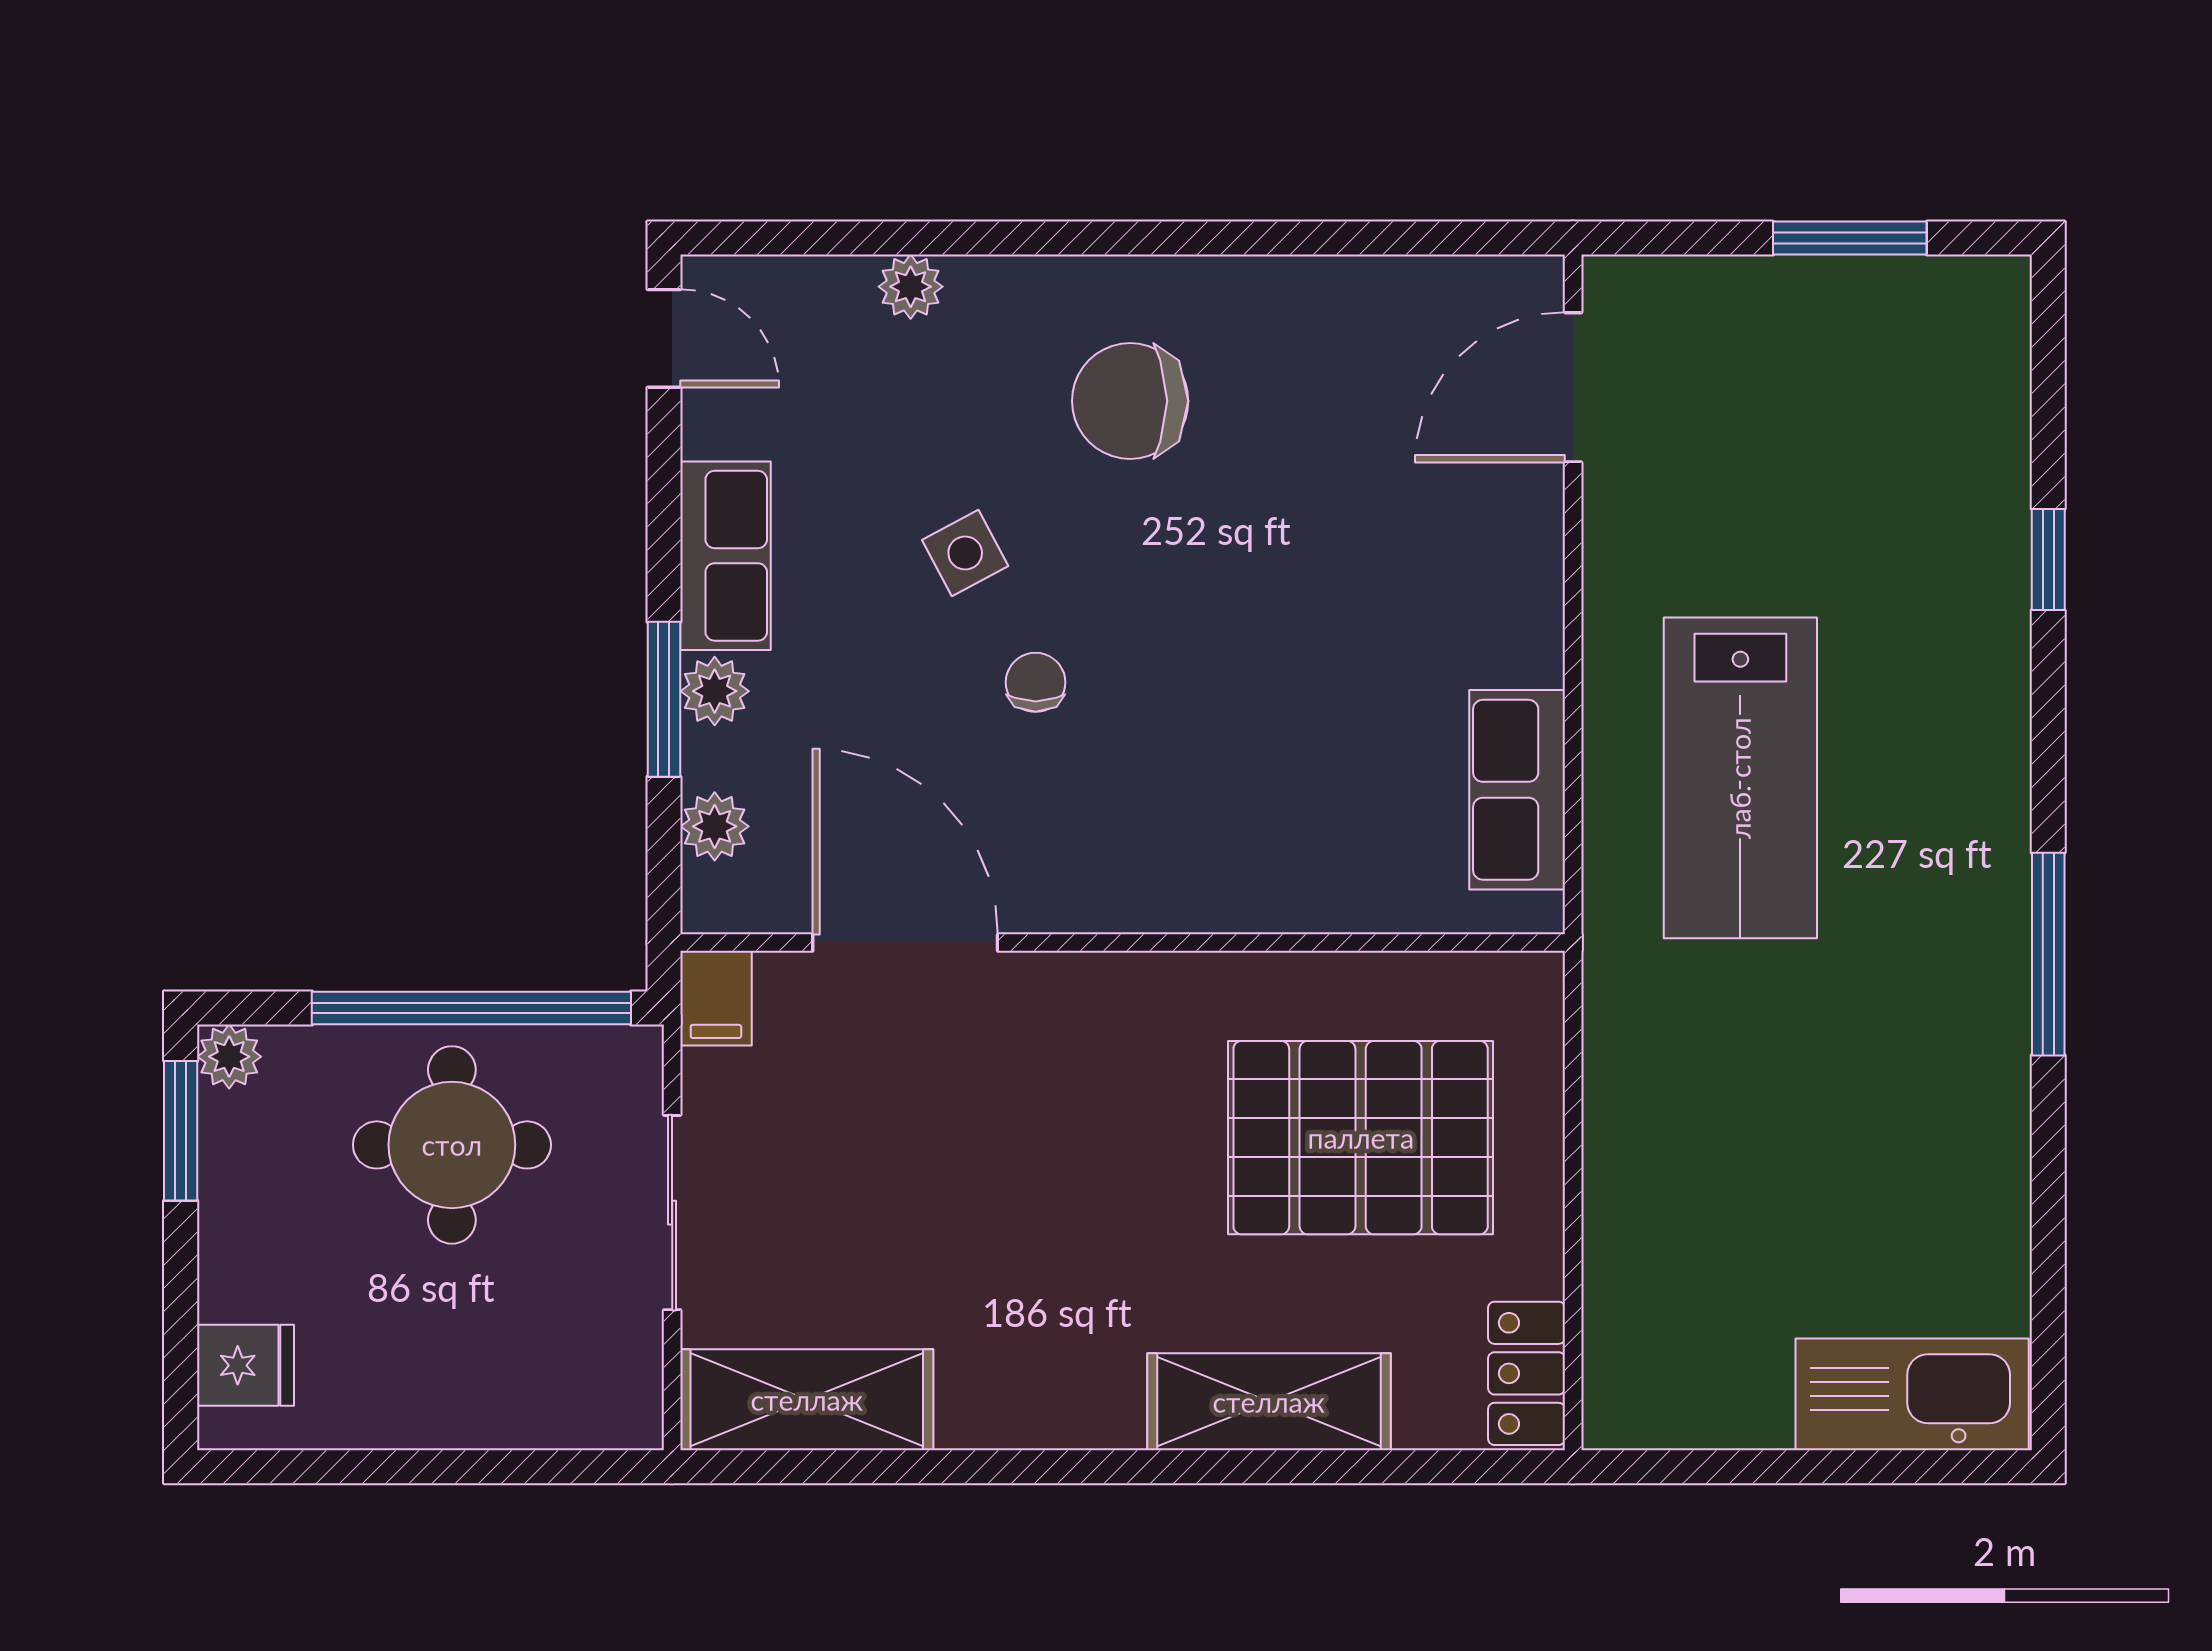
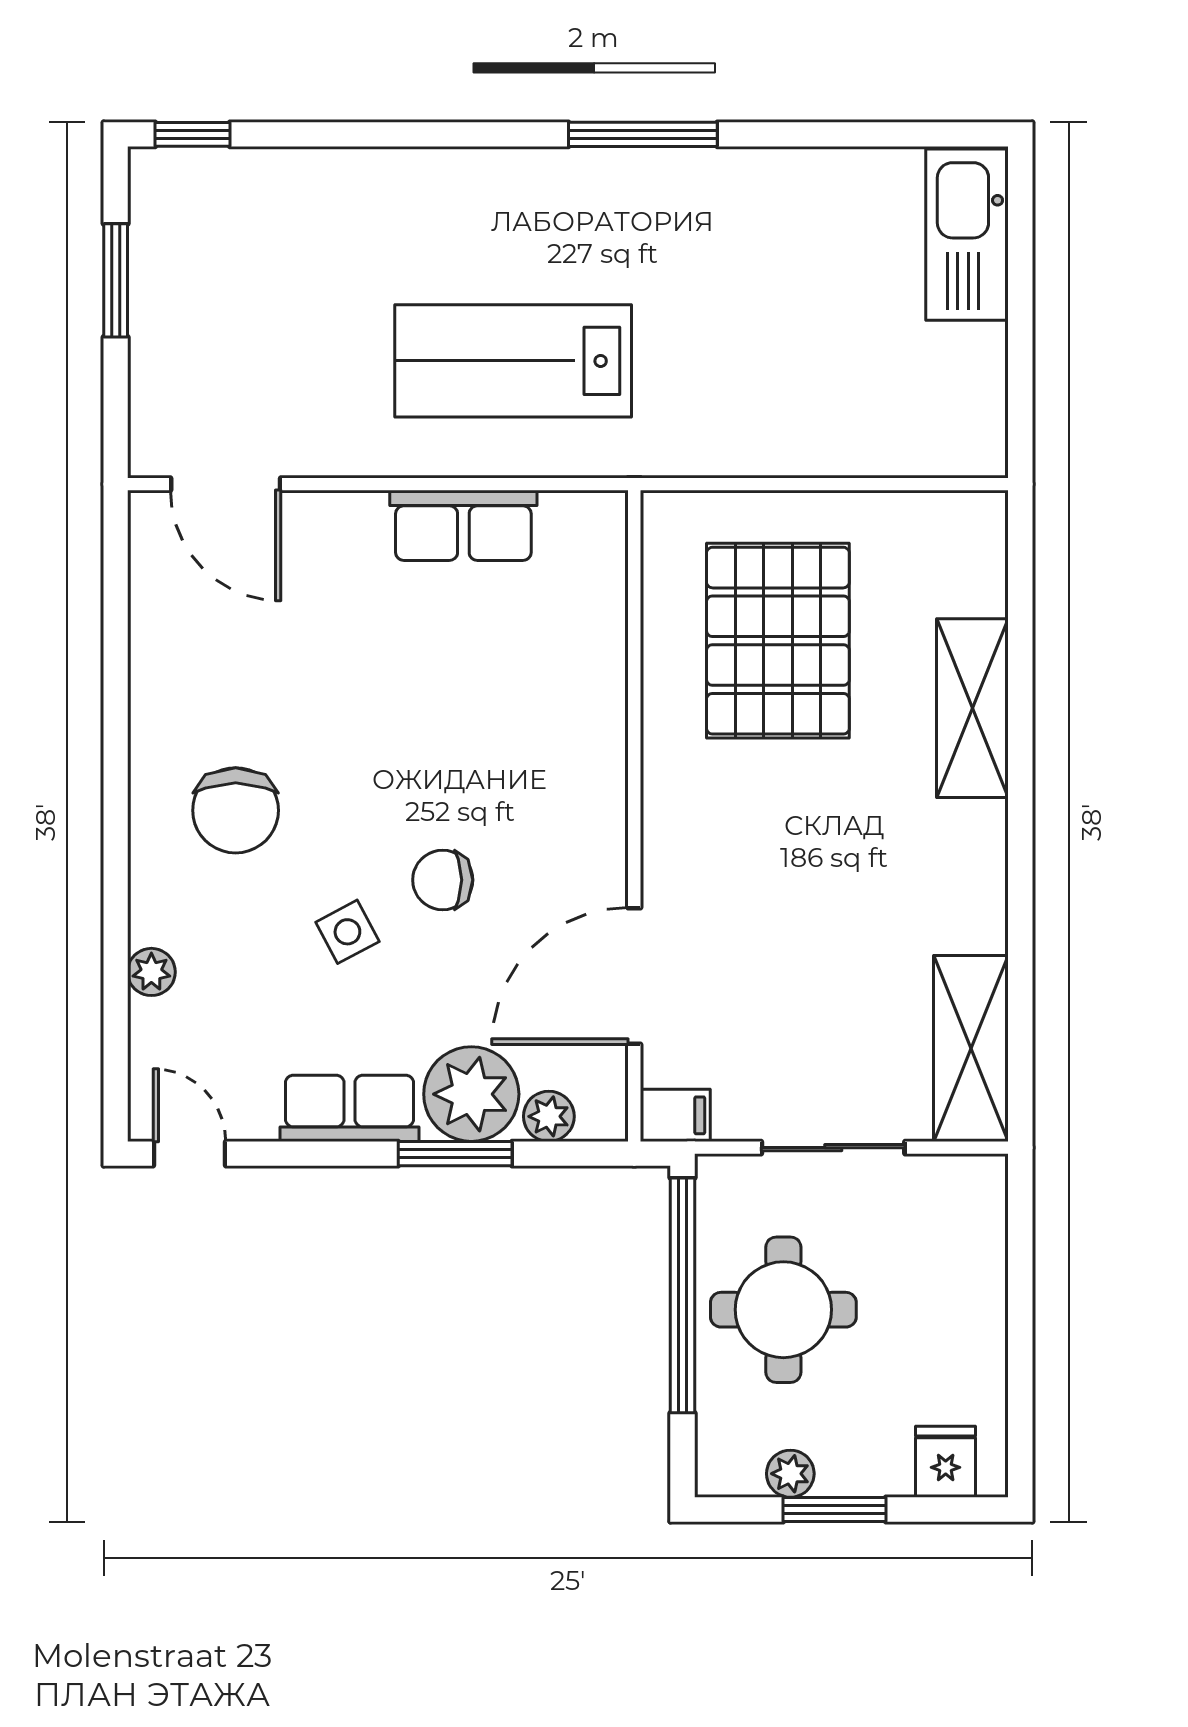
door: (664, 338) -> (189, 1154), hinge flipped
window: (2048, 560) -> (192, 134), moved
chair: (1036, 682) -> (443, 880), width x1.37, depth x1.37
plant: (715, 691) -> (471, 1094), width x1.87, depth x1.87
lab bench: (1740, 778) -> (513, 361), turned 180
row of seats: (1517, 790) -> (463, 525), moved
plant: (229, 1057) -> (790, 1474), moved
window: (181, 1131) -> (834, 1509), moved
locker: (1527, 1373) -> (952, 518), removed

